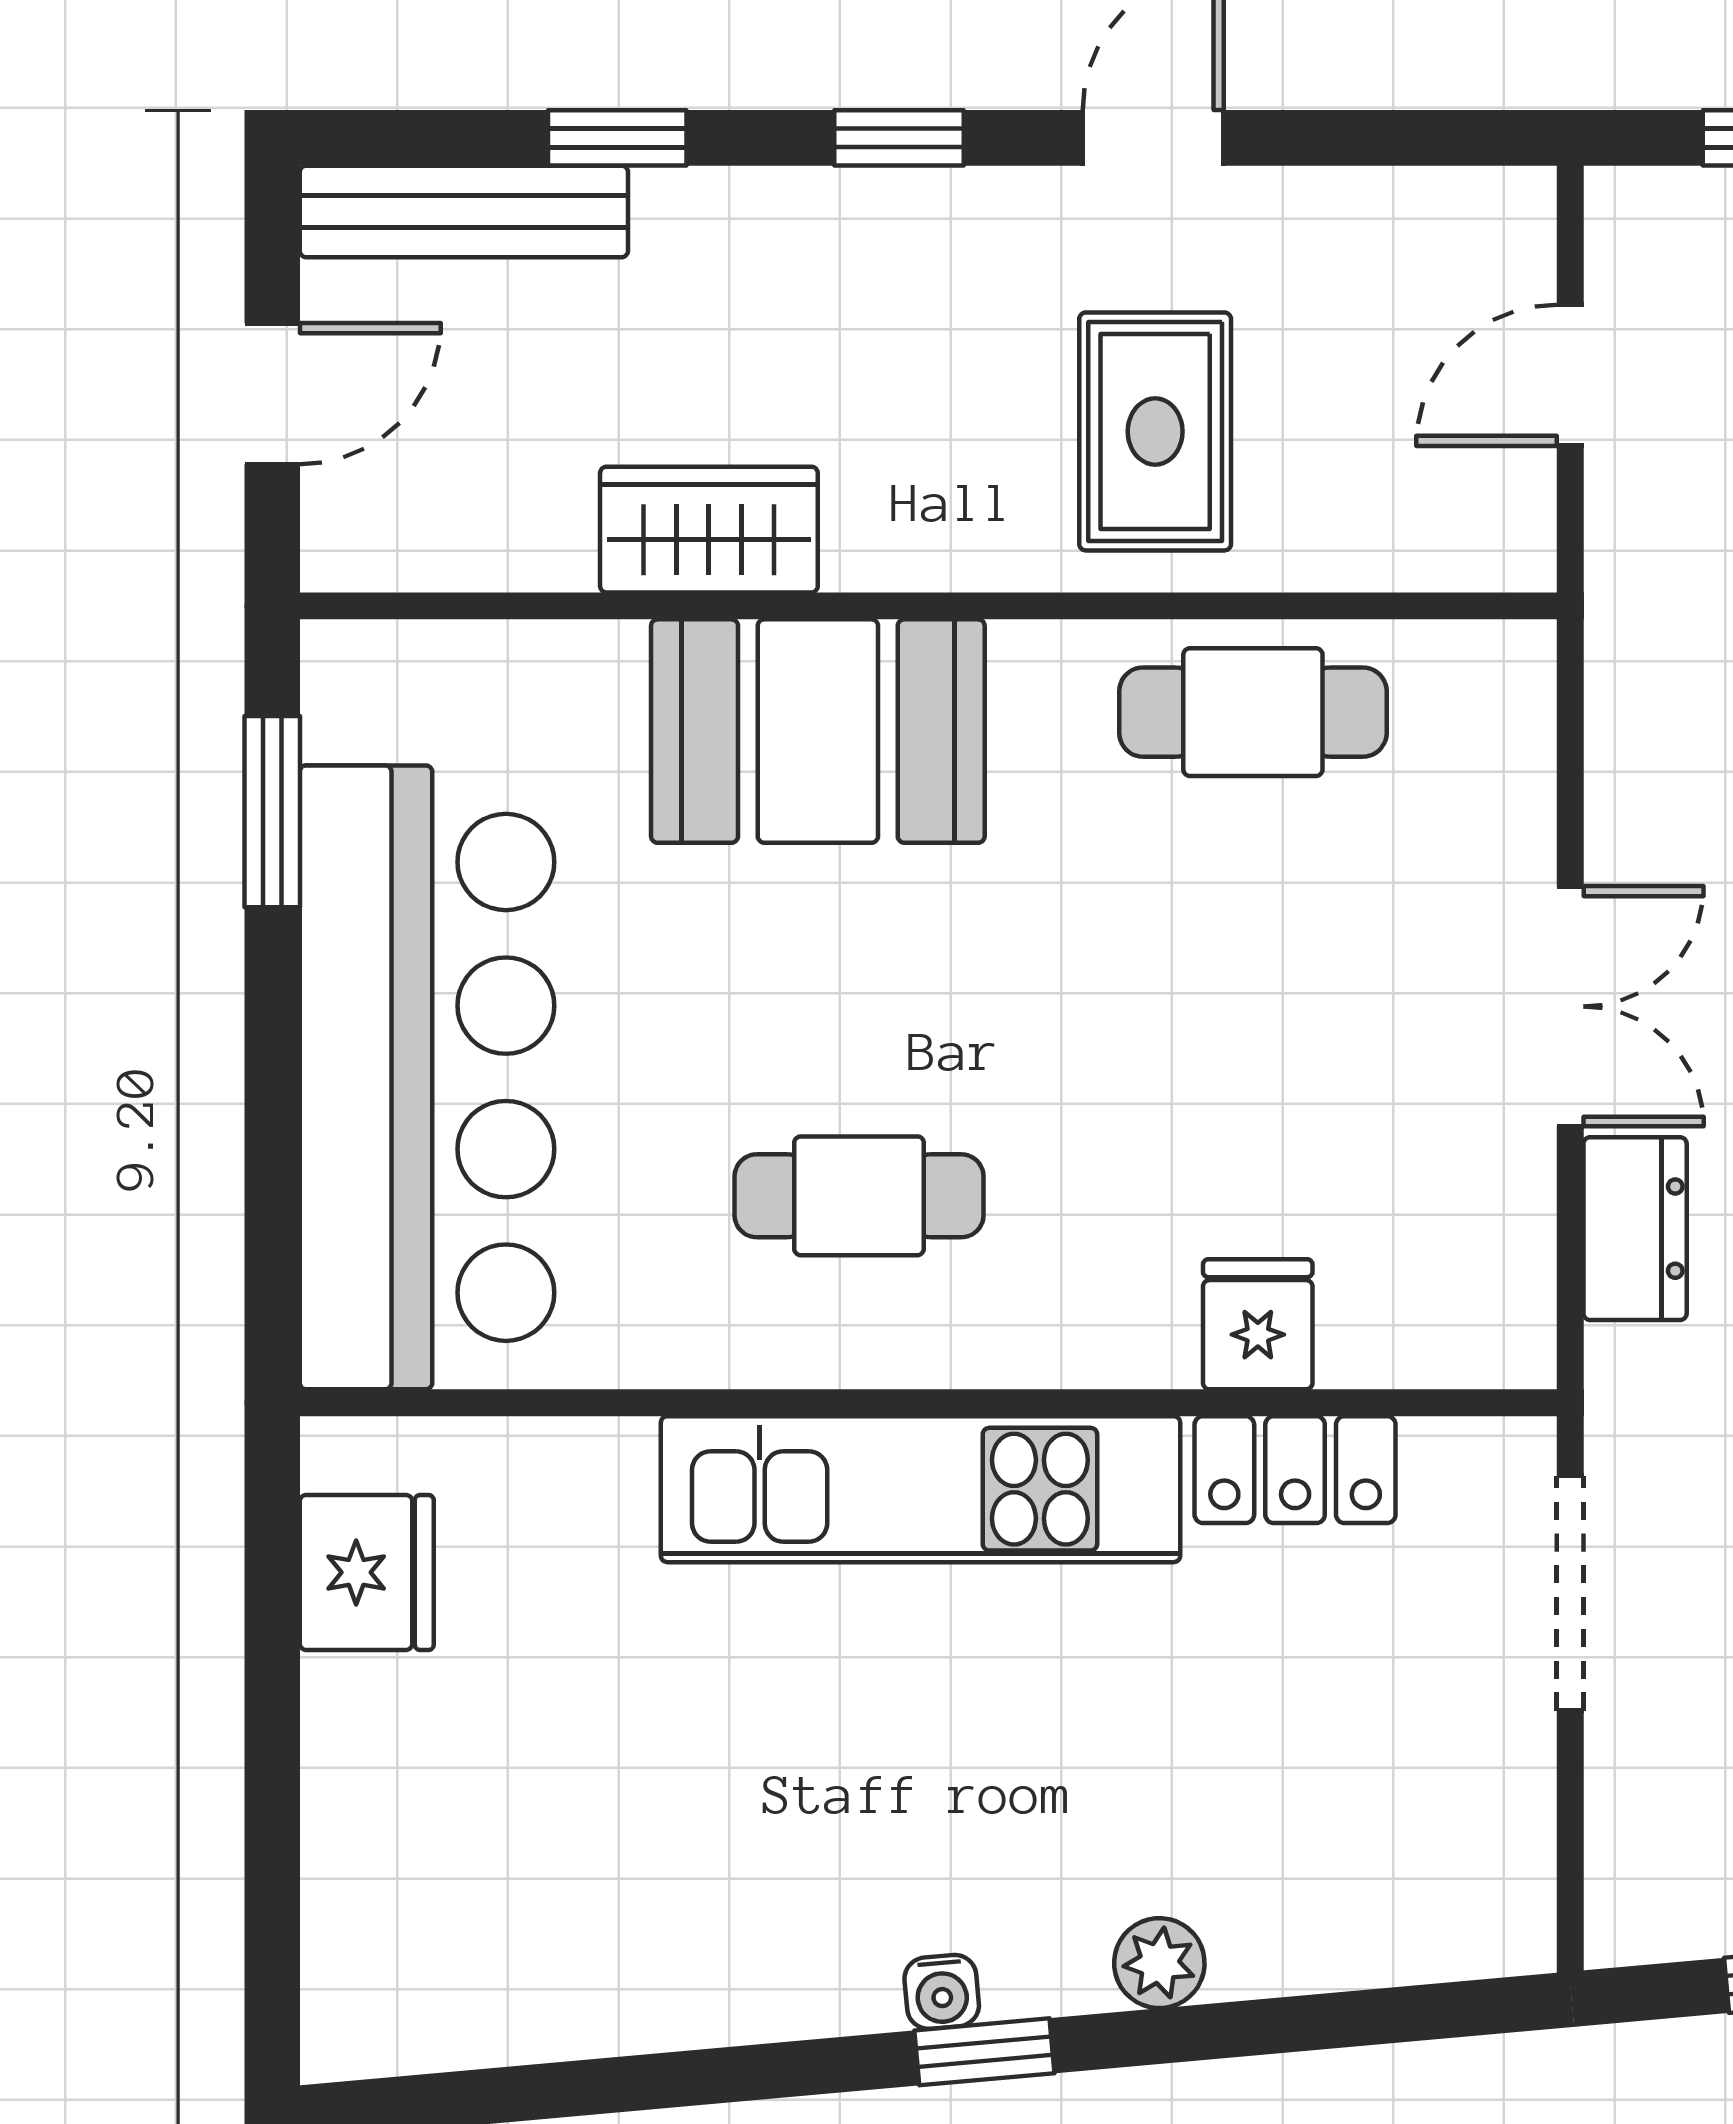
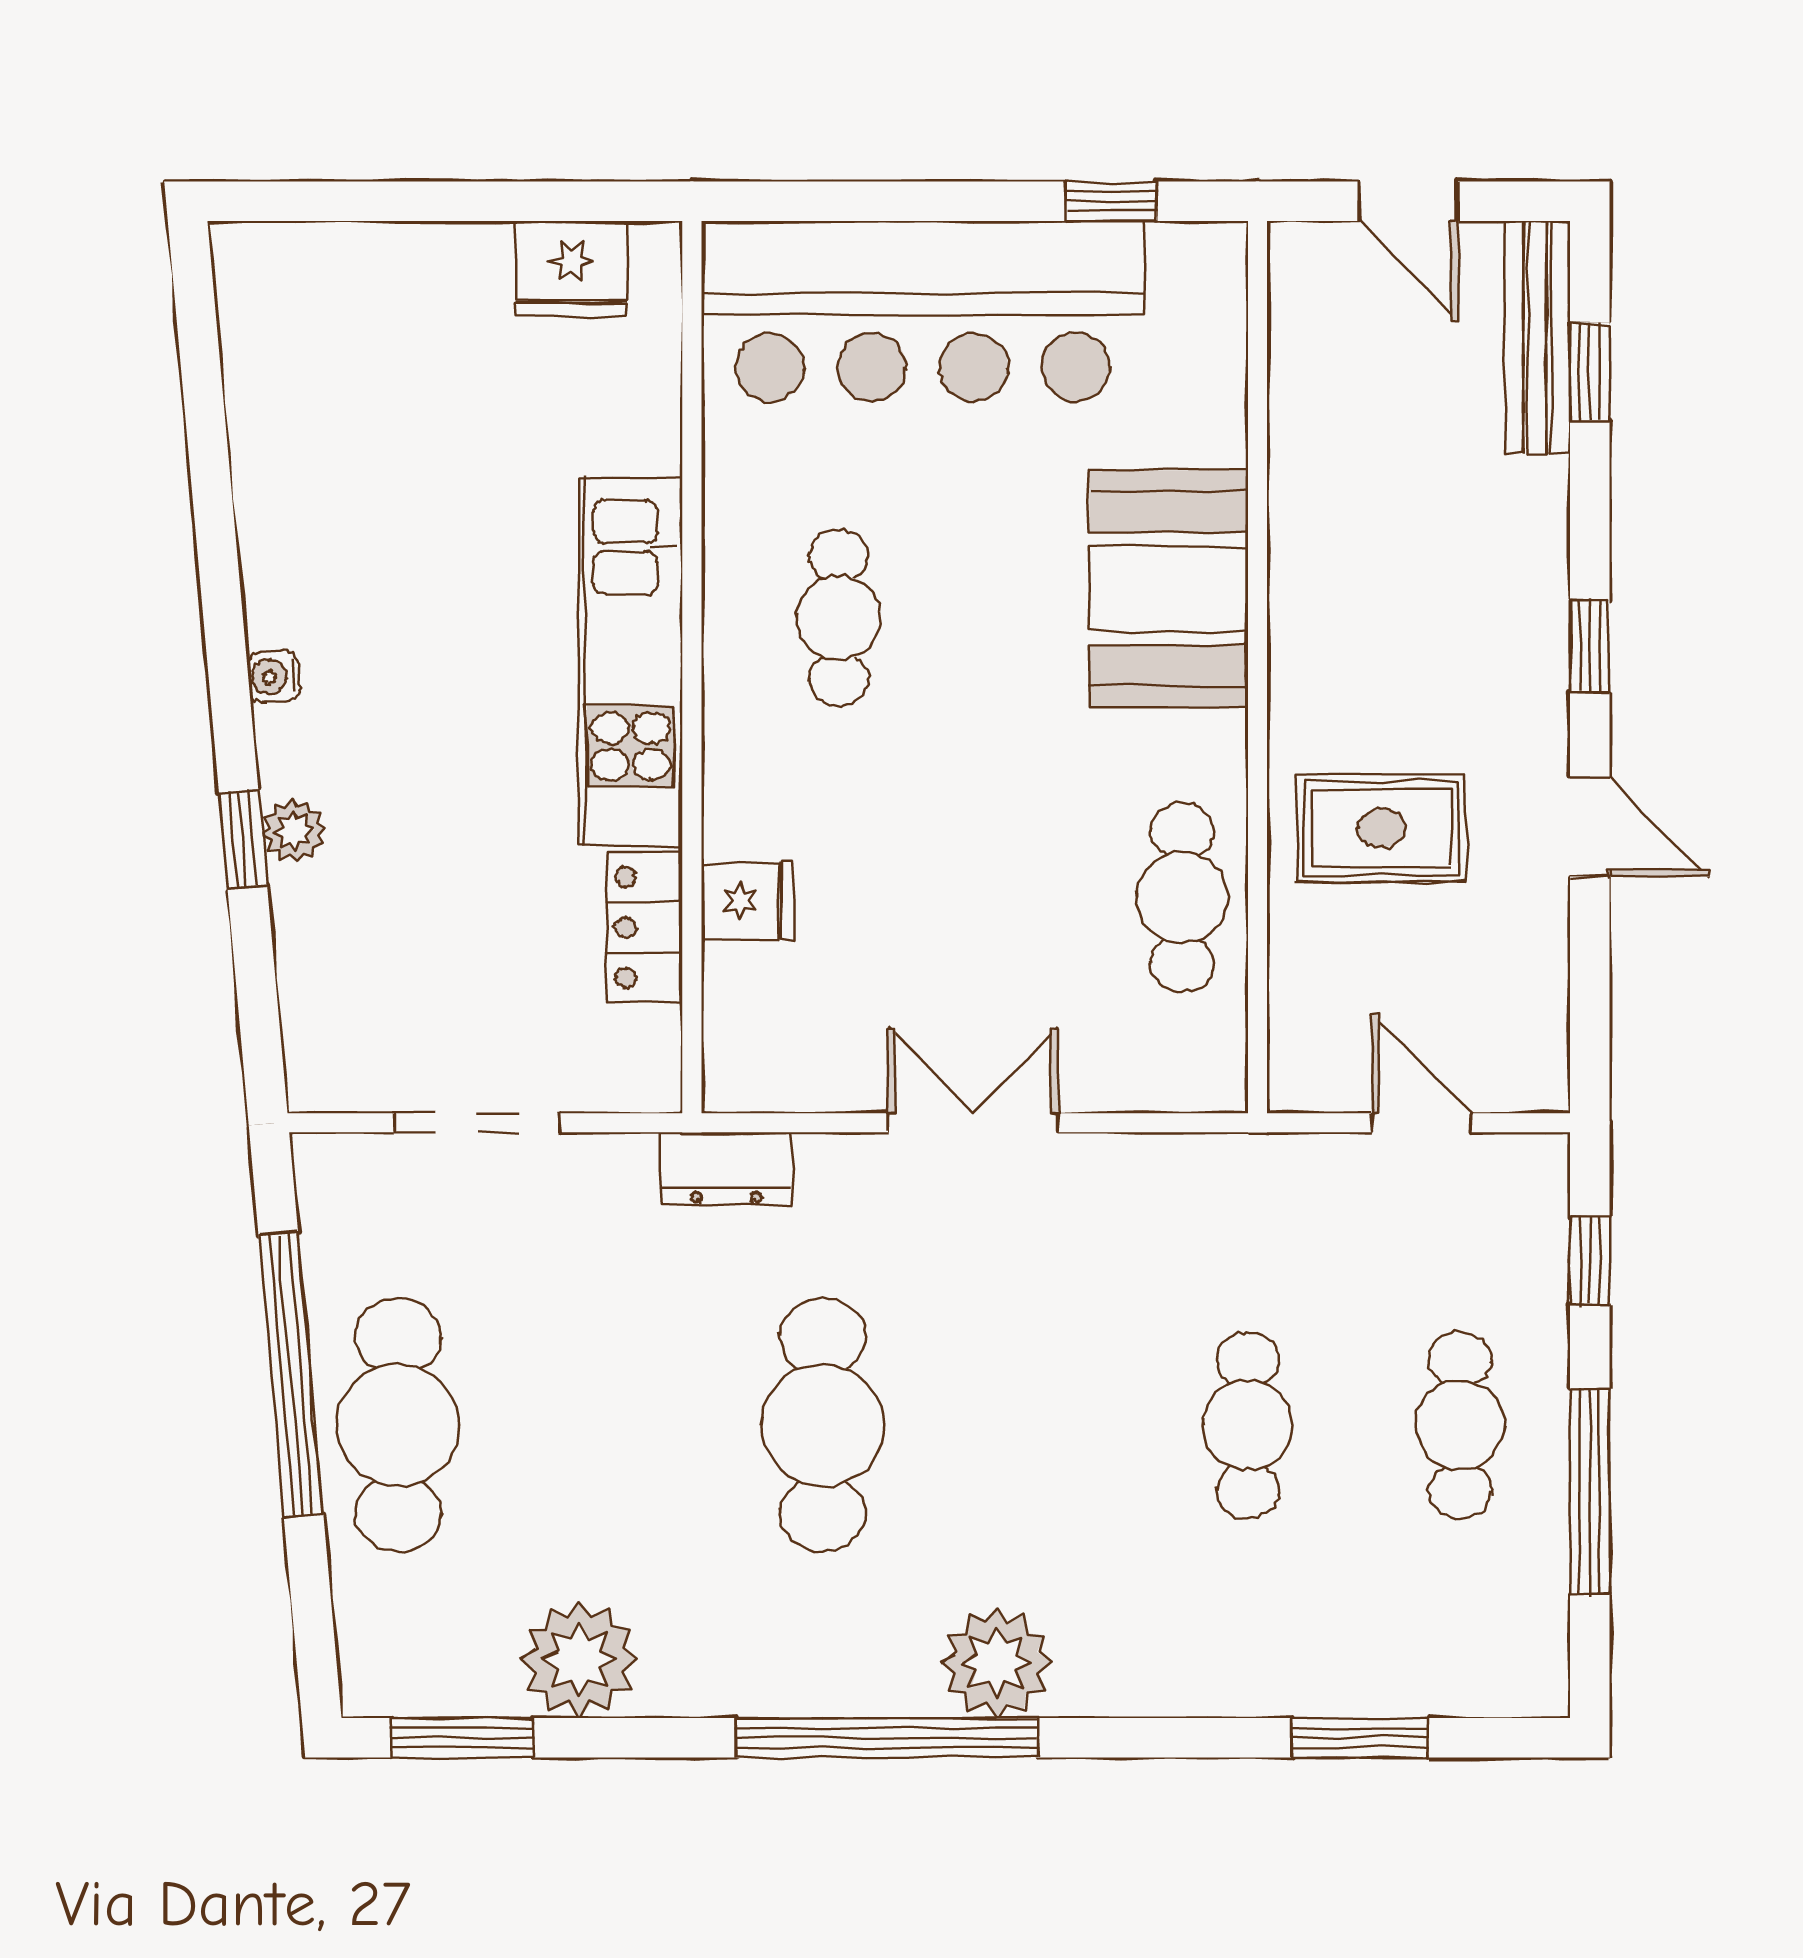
window: (617, 138) -> (1590, 372), moved
wardrobe: (709, 530) -> (1312, 511), removed
window: (272, 812) -> (1111, 201), width x0.67
double door: (1570, 1006) -> (973, 1123), swing flipped
dresser: (1635, 1229) -> (726, 1169), moved
doorway: (1570, 1593) -> (477, 1123), moved
window: (984, 2052) -> (243, 839), moved

